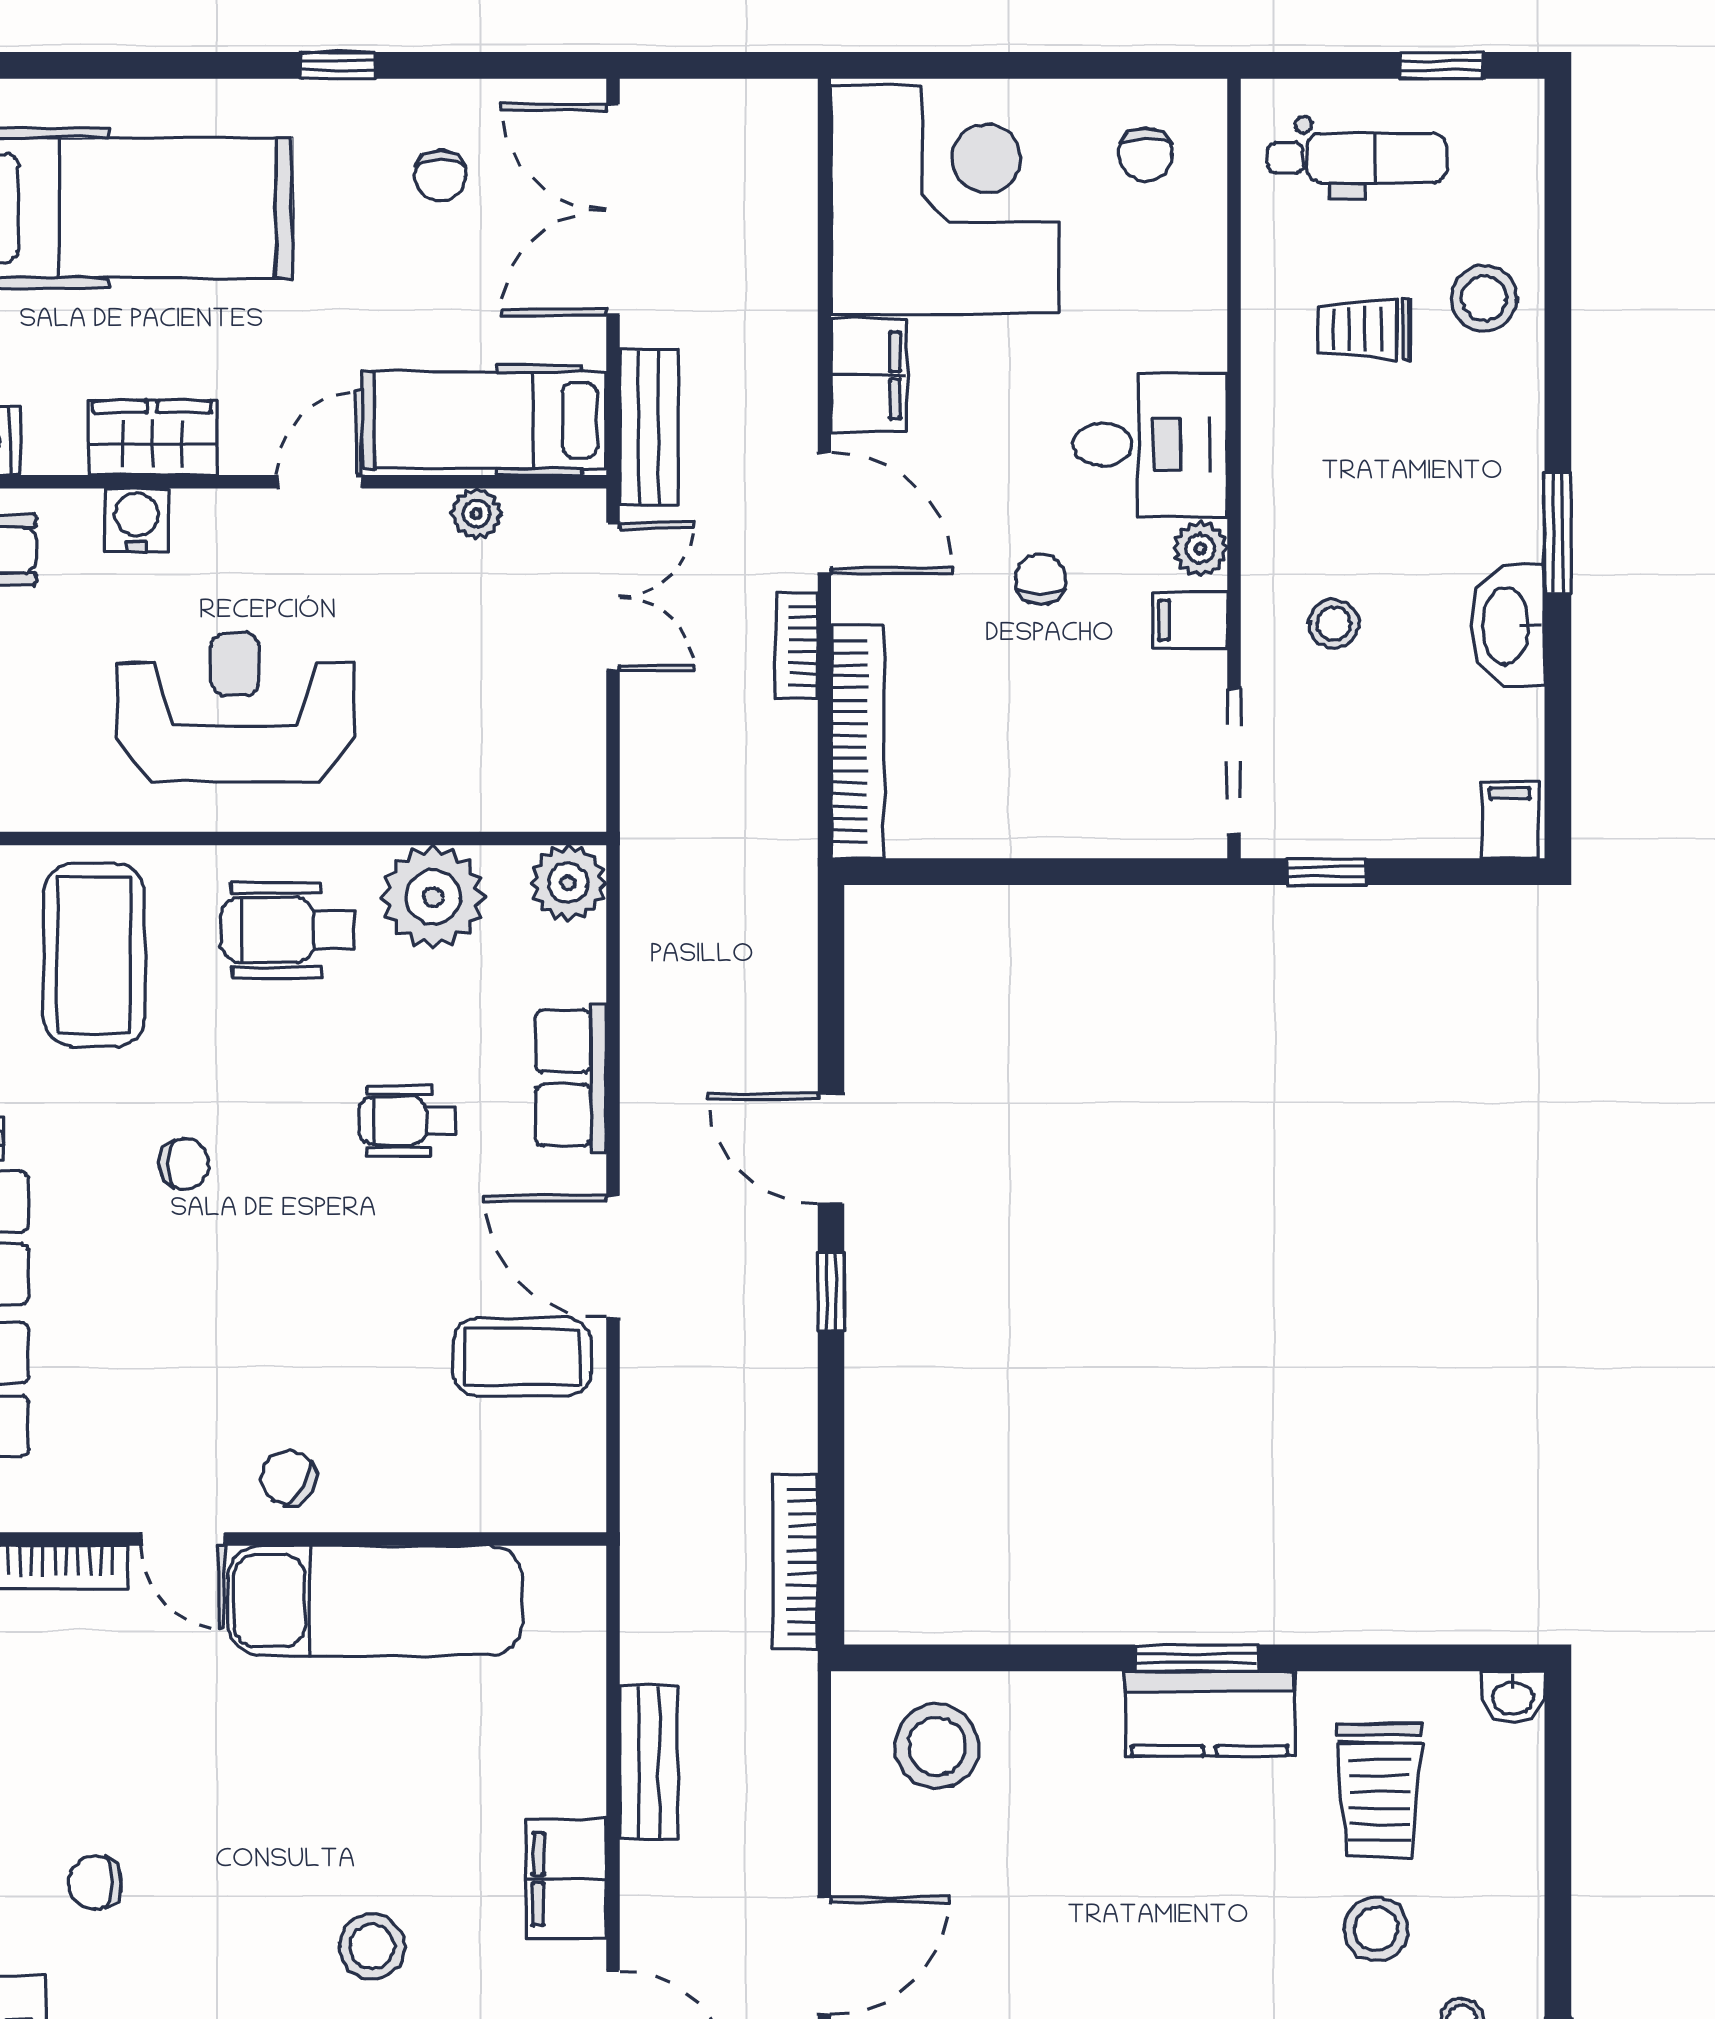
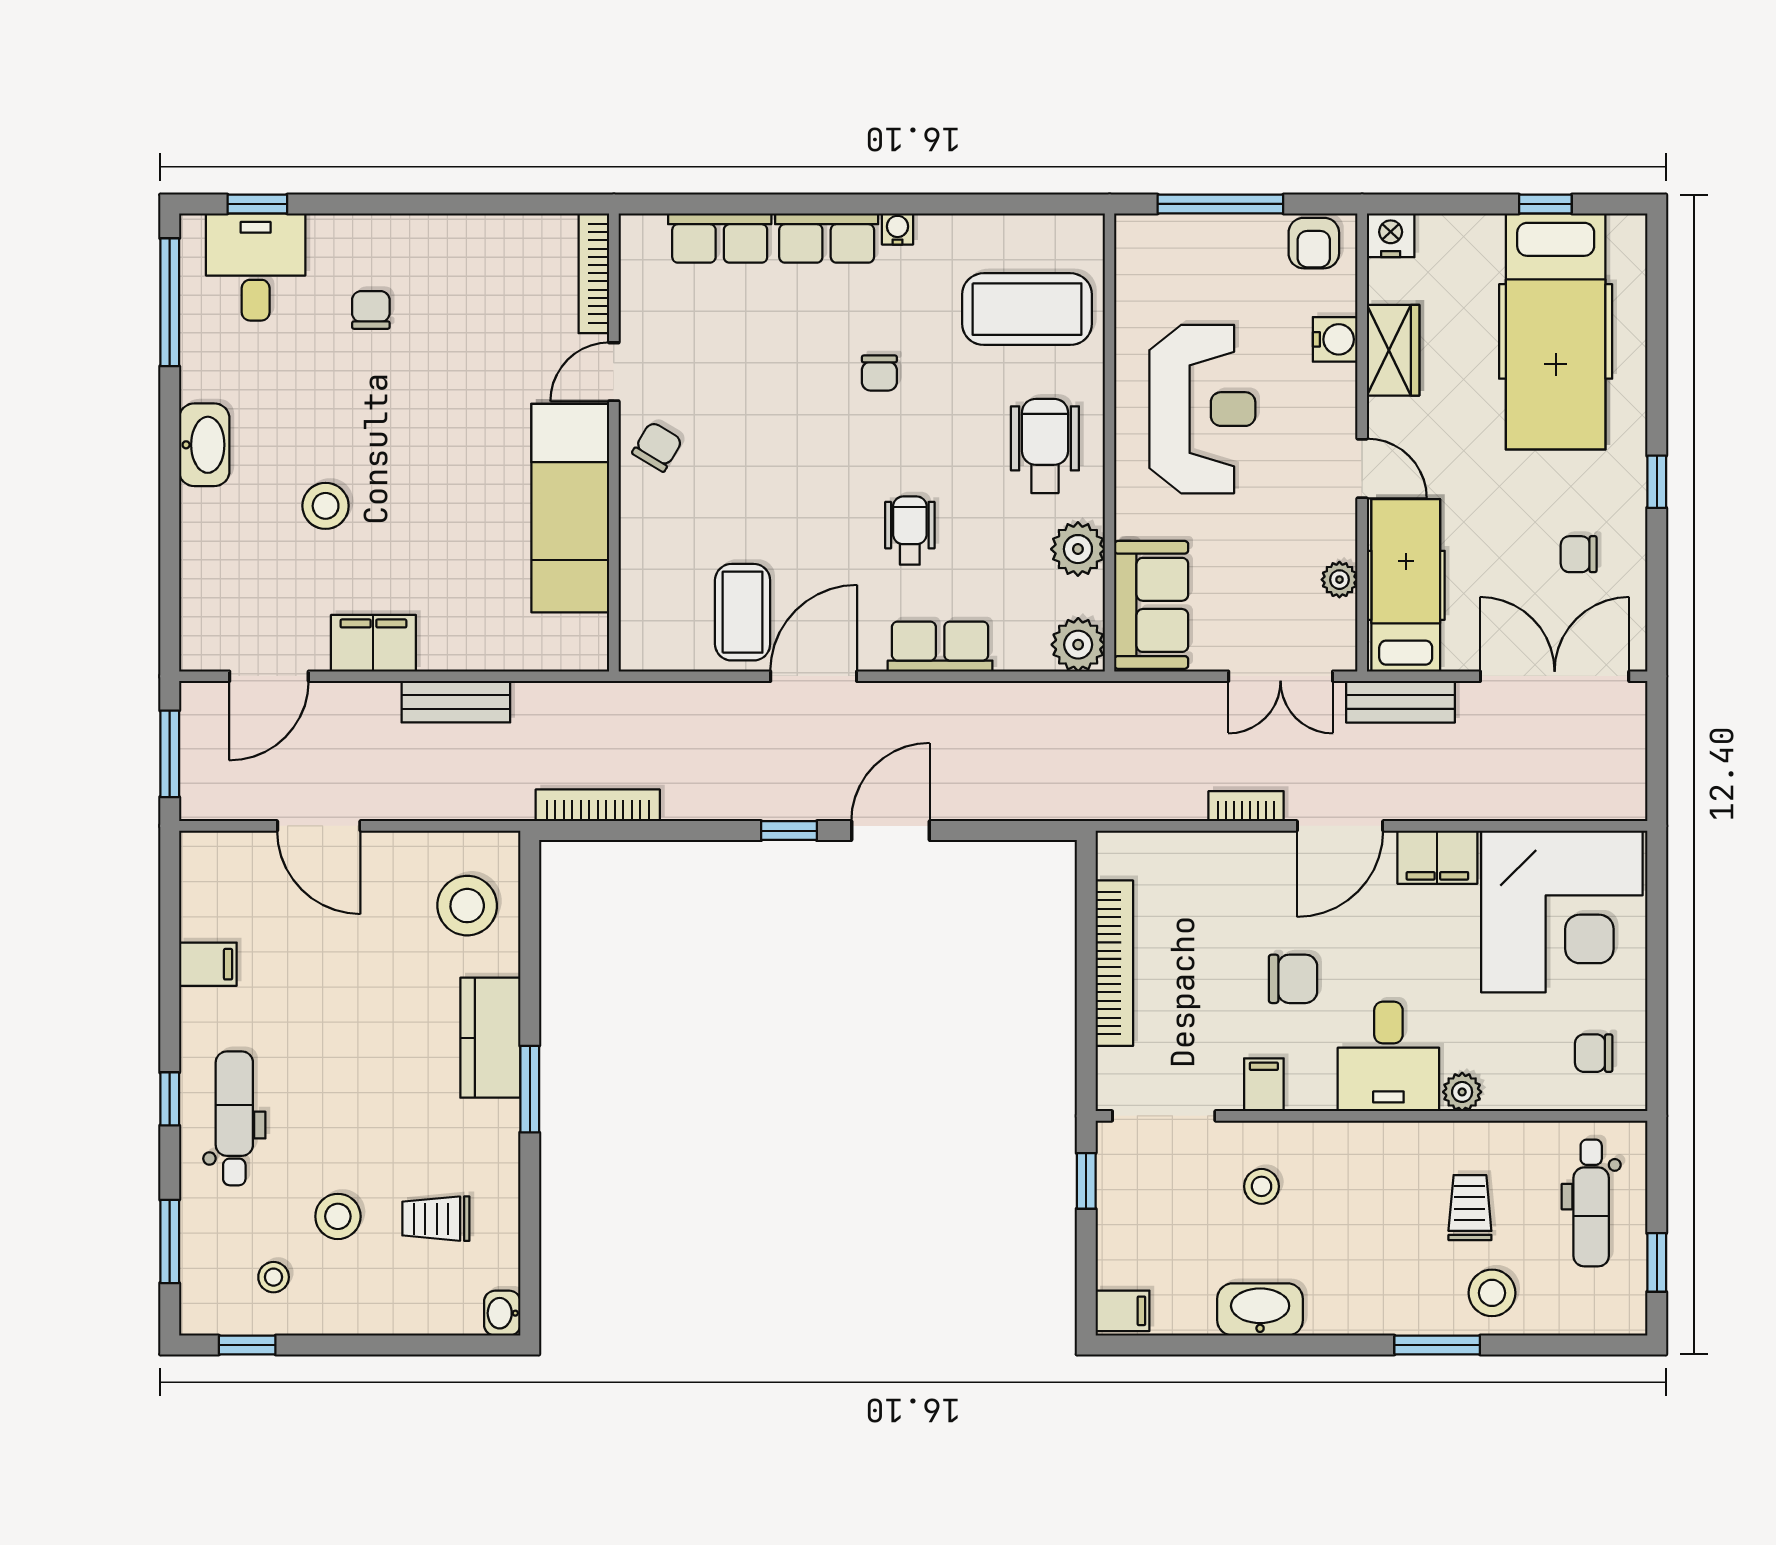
window: (1558, 533) -> (1437, 1345), moved
plant: (1200, 549) -> (1462, 1092), moved
chair: (1040, 579) -> (1293, 979), width x1.37, depth x1.37
bookcase: (858, 741) -> (1114, 963), moved, turned -90
sofa: (512, 780) -> (1151, 605), added
plant: (433, 897) -> (1078, 549), width x0.73, depth x0.73
kitchen counter: (1210, 1714) -> (490, 1038), moved
trolley: (1379, 1791) -> (436, 1219), width x0.73, depth x0.72

